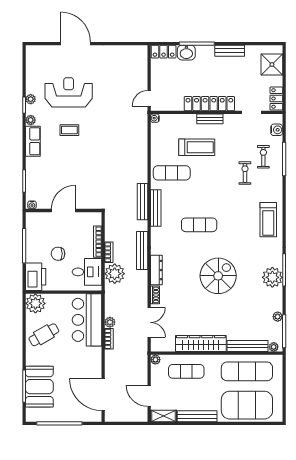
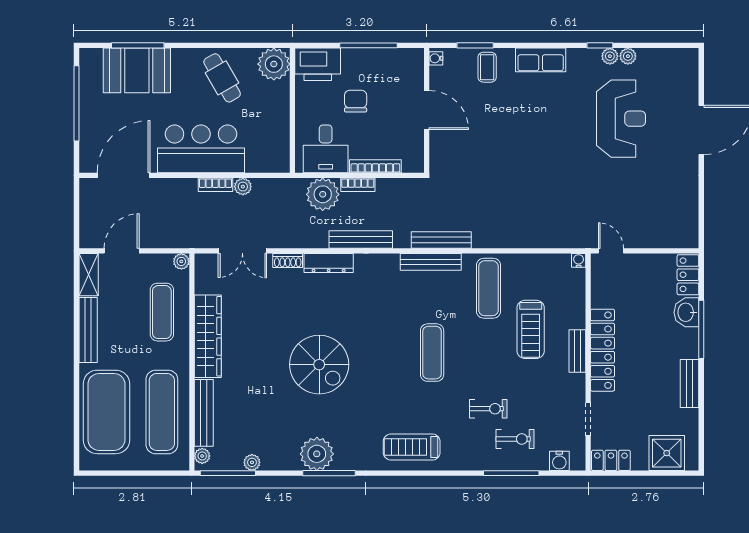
plant: (31, 120) -> (628, 56), moved
coffee table: (69, 130) -> (487, 67), moved
exercise mat: (199, 225) -> (432, 353), moved
bar counter: (87, 320) -> (201, 149), moved

